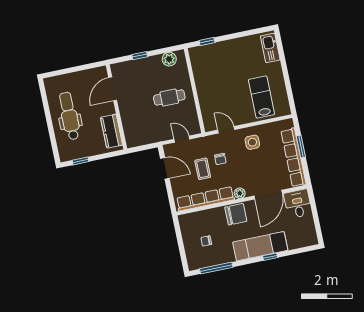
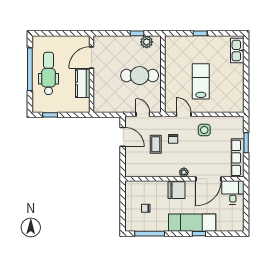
window: (207, 42) -> (200, 33), moved
window: (140, 56) -> (137, 33), moved
cafe table: (169, 97) -> (140, 76), width x1.37, depth x1.35
lab bench: (262, 97) -> (201, 81), moved
window: (48, 116) -> (30, 69), added
kitchen counter: (112, 131) -> (83, 83), moved
row of seats: (294, 157) -> (238, 158), width x0.73
row of seats: (205, 199) -> (153, 171), removed

